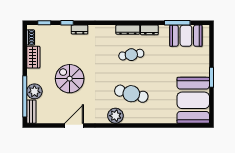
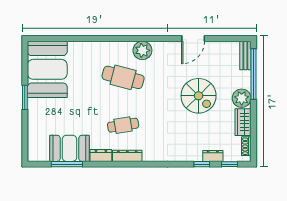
dresser: (80, 30) -> (213, 156), moved
booth: (186, 36) -> (69, 148), moved
plant: (34, 91) -> (242, 98), moved

